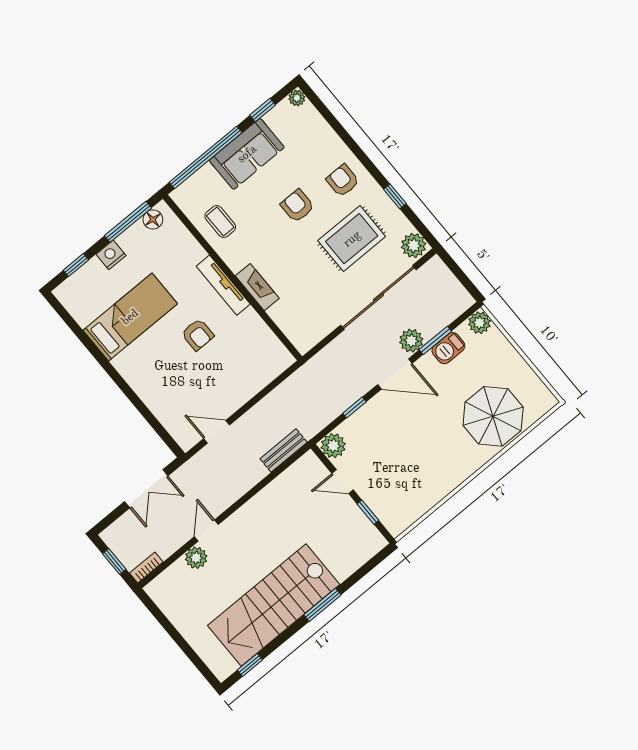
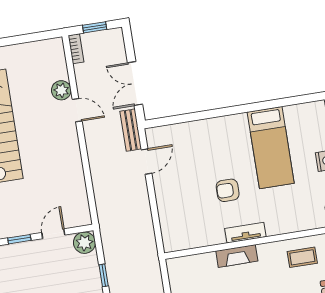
tv unit: (223, 285) -> (245, 233), width x0.71
bench: (284, 451) -> (131, 130), moved

